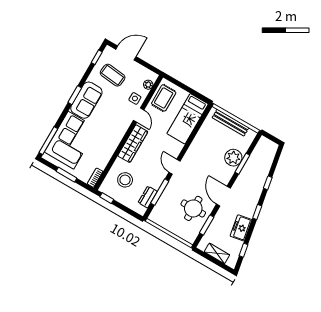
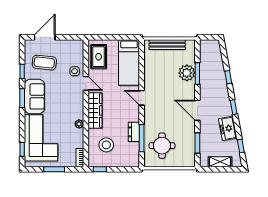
window: (97, 57) -> (22, 71), moved
plant: (148, 85) -> (79, 124), moved
window: (48, 141) -> (22, 149), width x0.46
door: (175, 167) -> (142, 98), moved
dresser: (148, 197) -> (134, 132), moved
round table: (193, 208) -> (162, 146), moved

